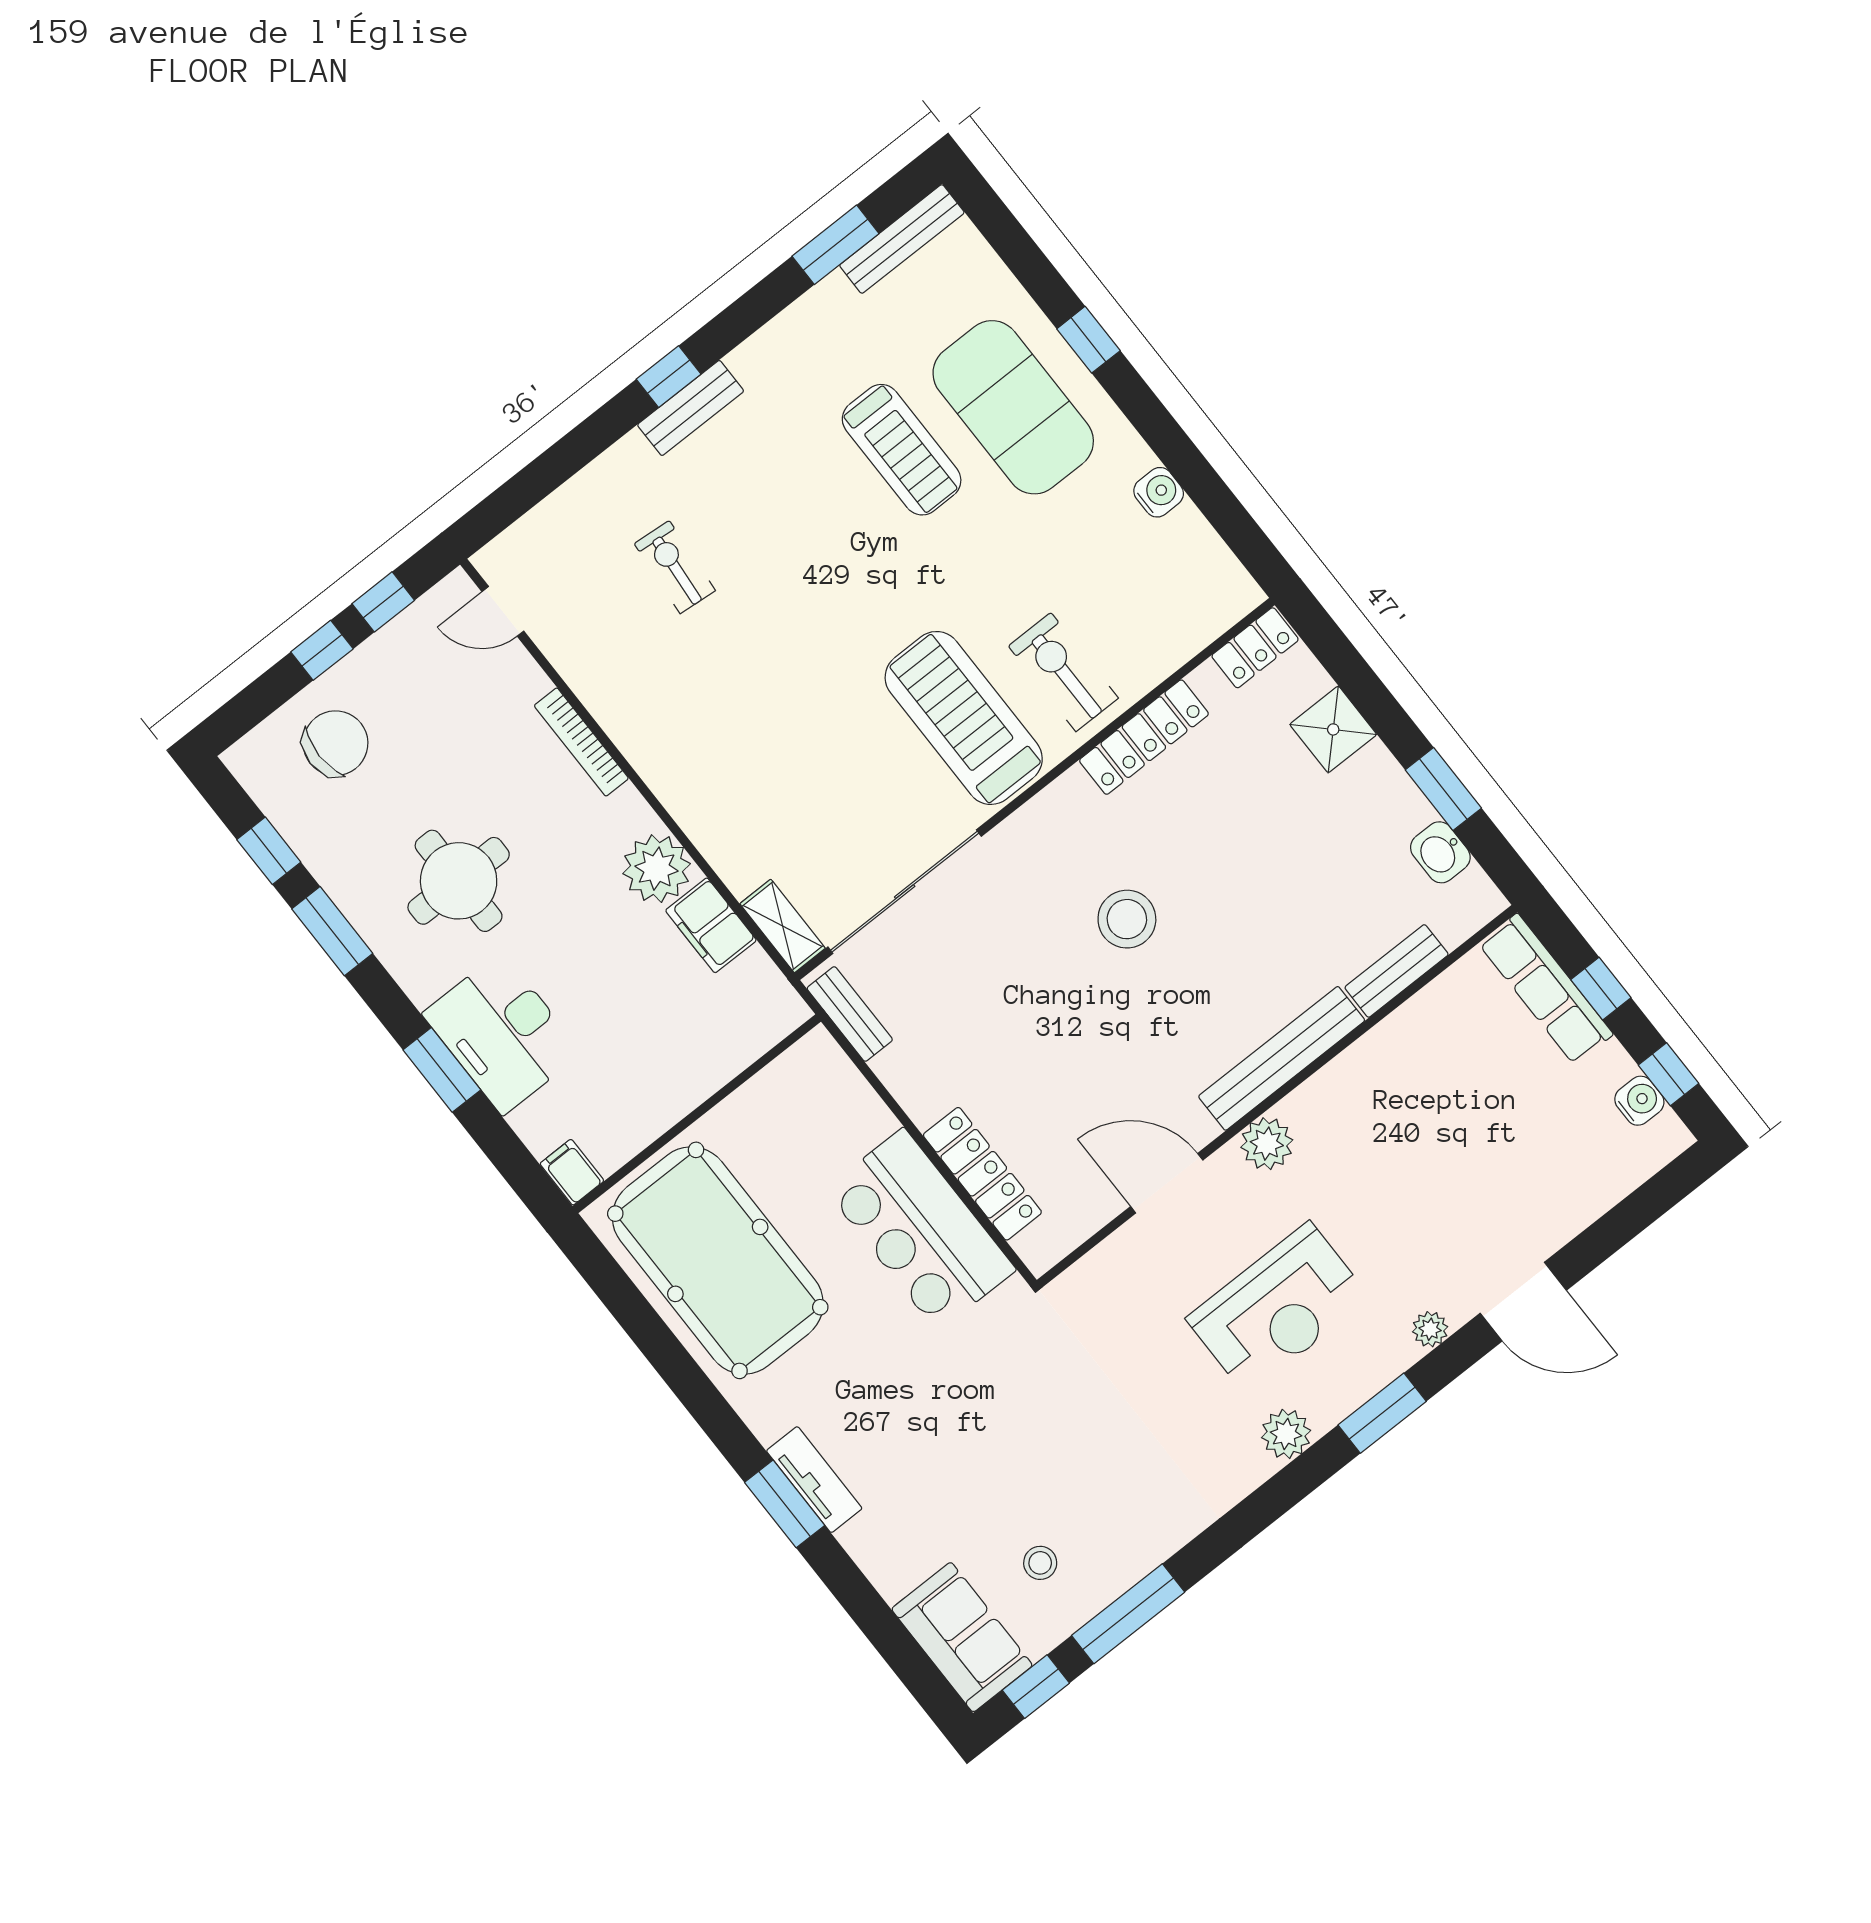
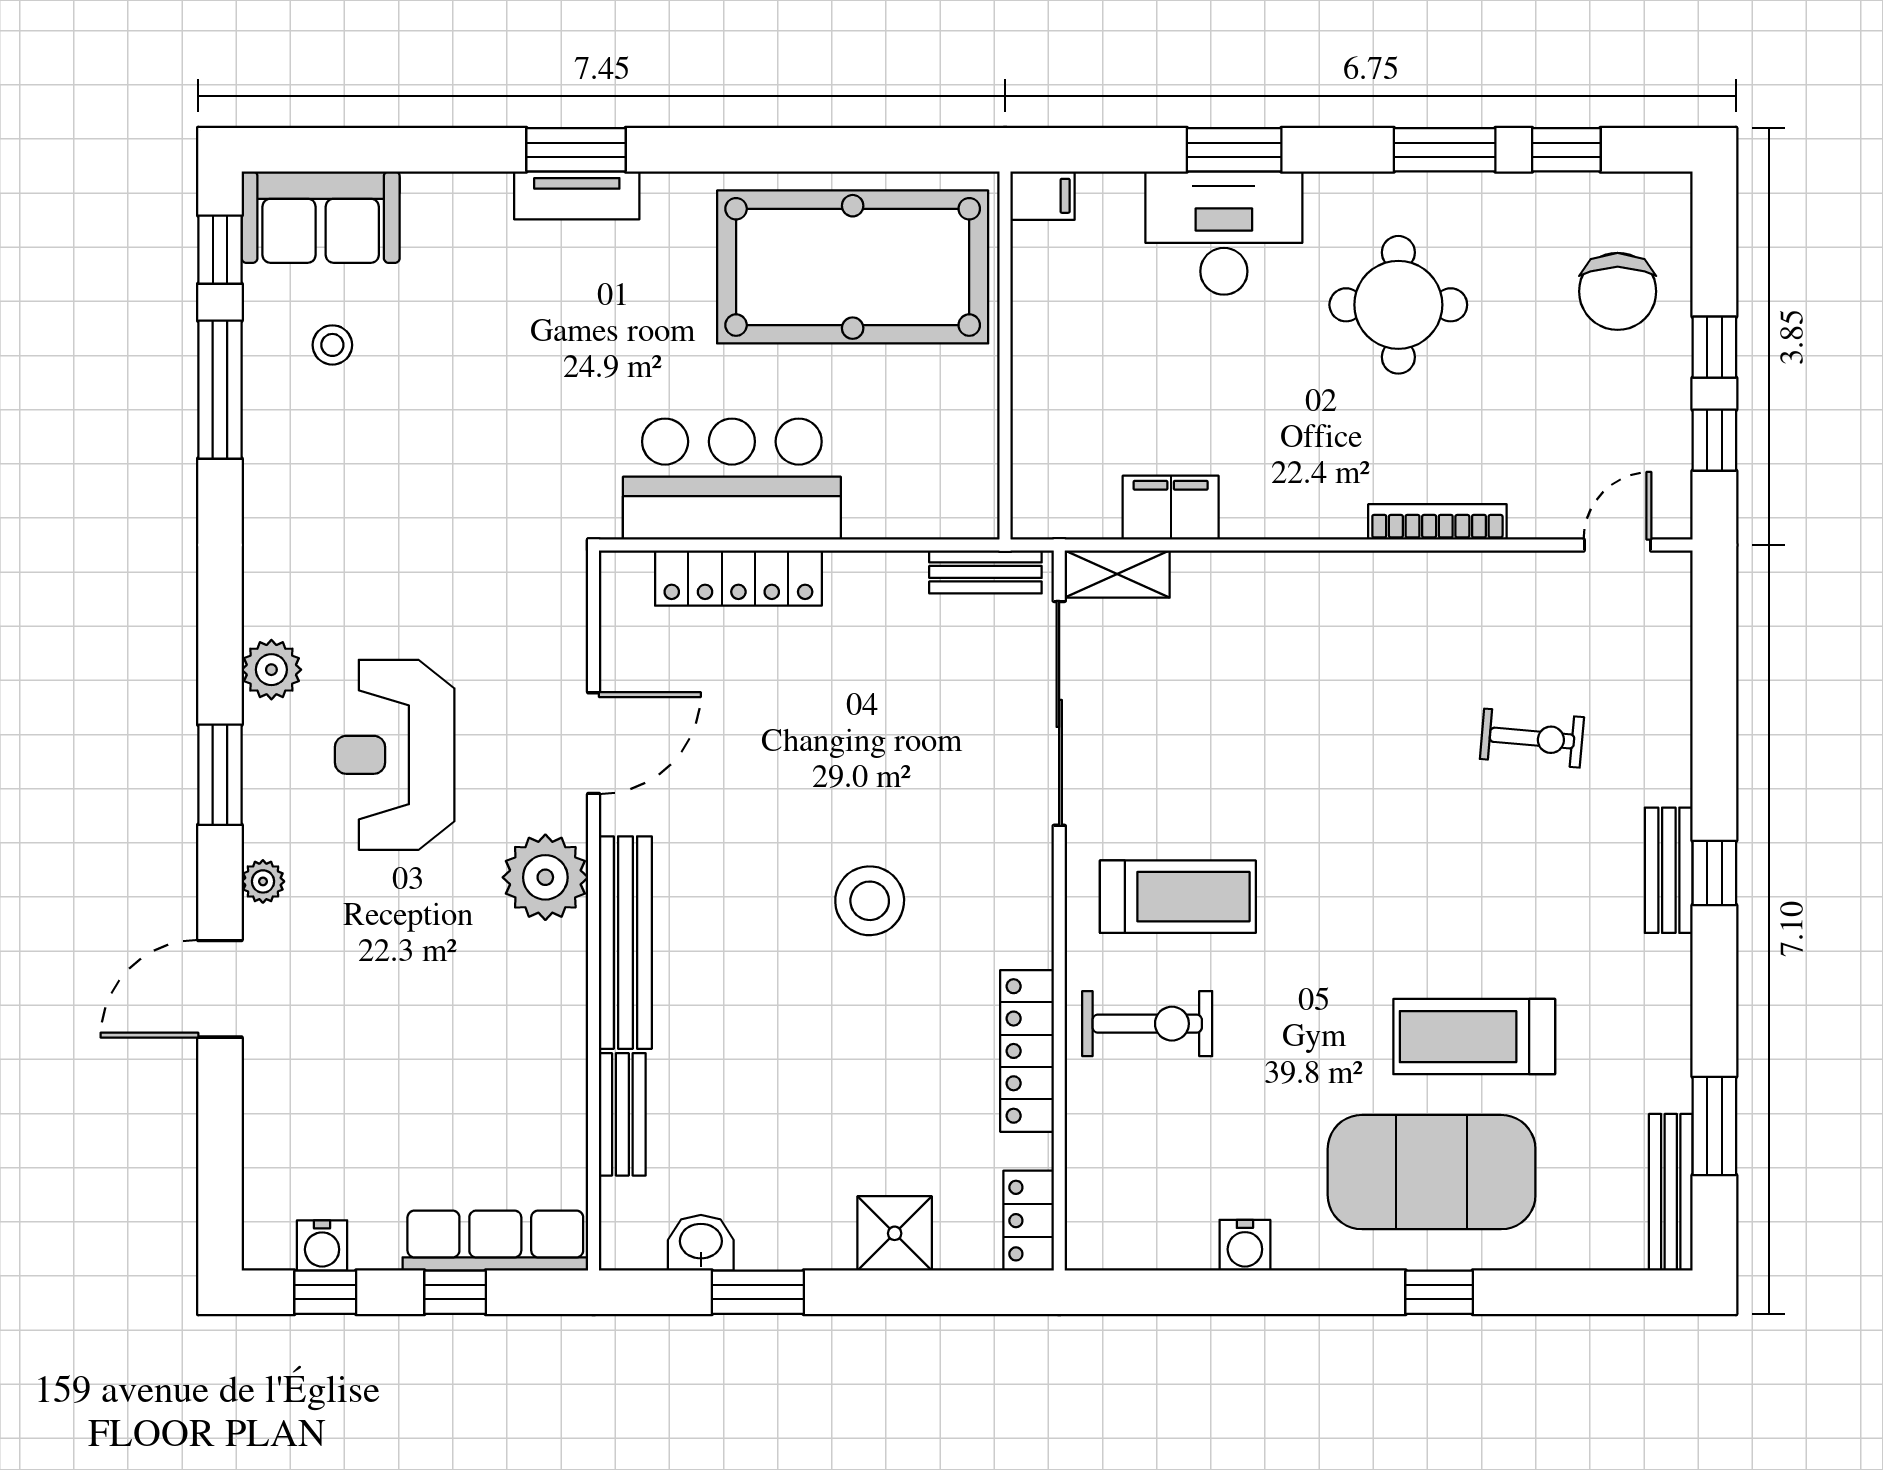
treadmill: (964, 718) -> (1178, 897), width x0.73, depth x0.73
plant: (657, 869) -> (1264, 499), removed
plant: (1267, 1144) -> (545, 877), width x1.36, depth x1.36

